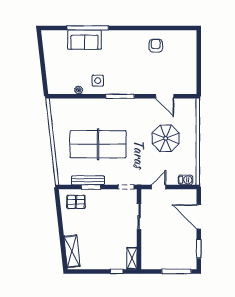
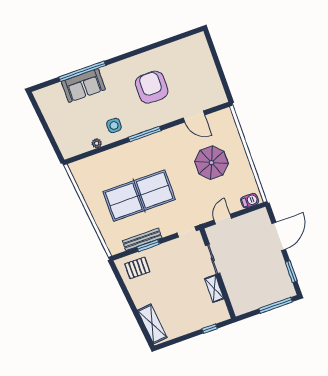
armchair: (156, 46) -> (152, 87), moved, width x1.88, depth x1.88
door: (199, 217) -> (279, 236), swing flipped
shelving: (132, 258) -> (214, 289), moved

